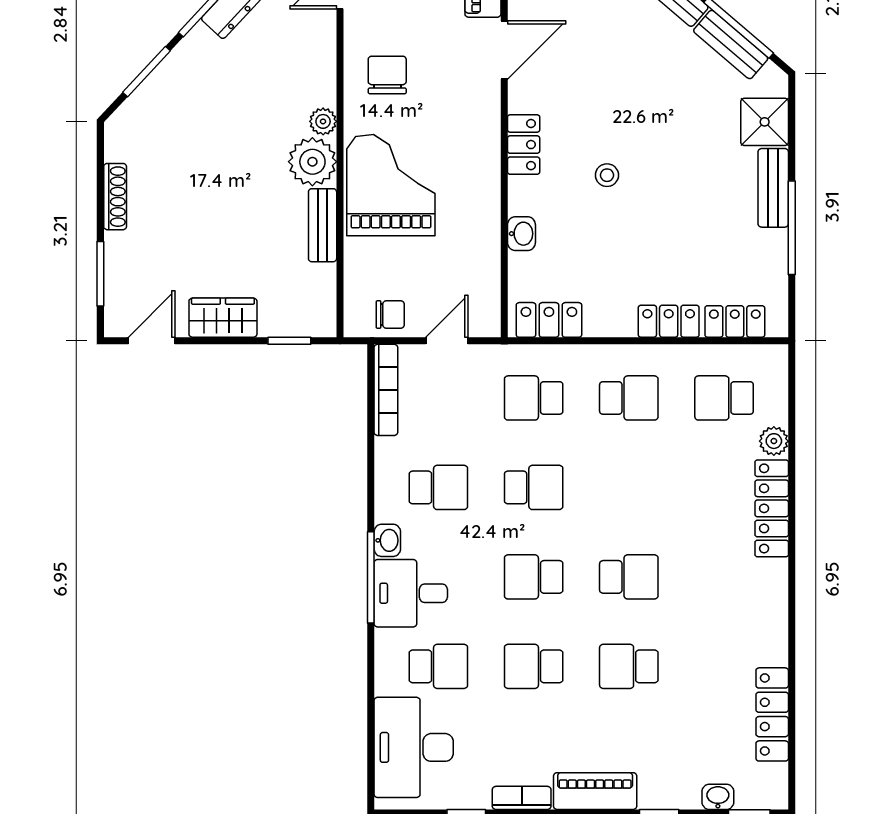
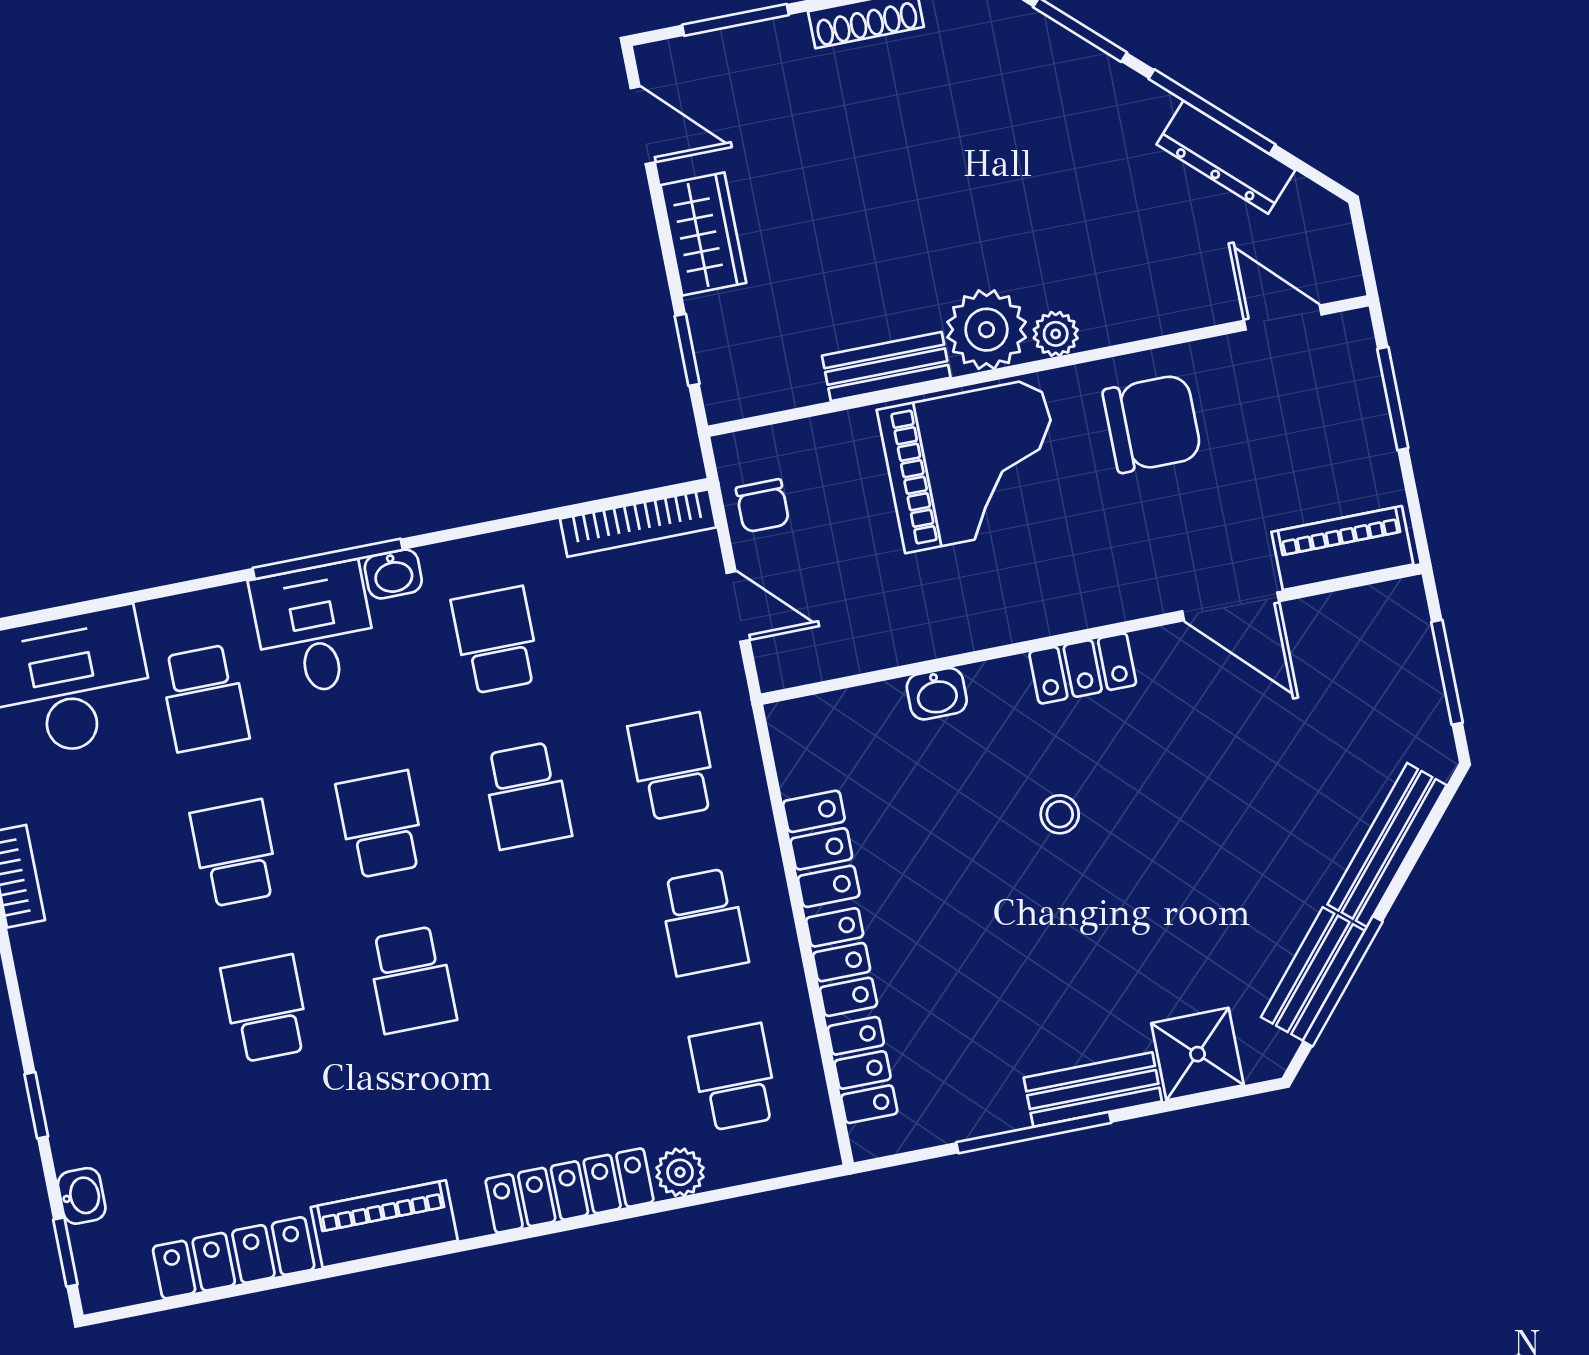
chair: (387, 75) -> (1152, 424), width x1.37, depth x1.37
locker: (549, 320) -> (821, 849), moved
school desk: (438, 487) -> (496, 640), turned 180
piano: (595, 791) -> (384, 1224), moved, turned -90

